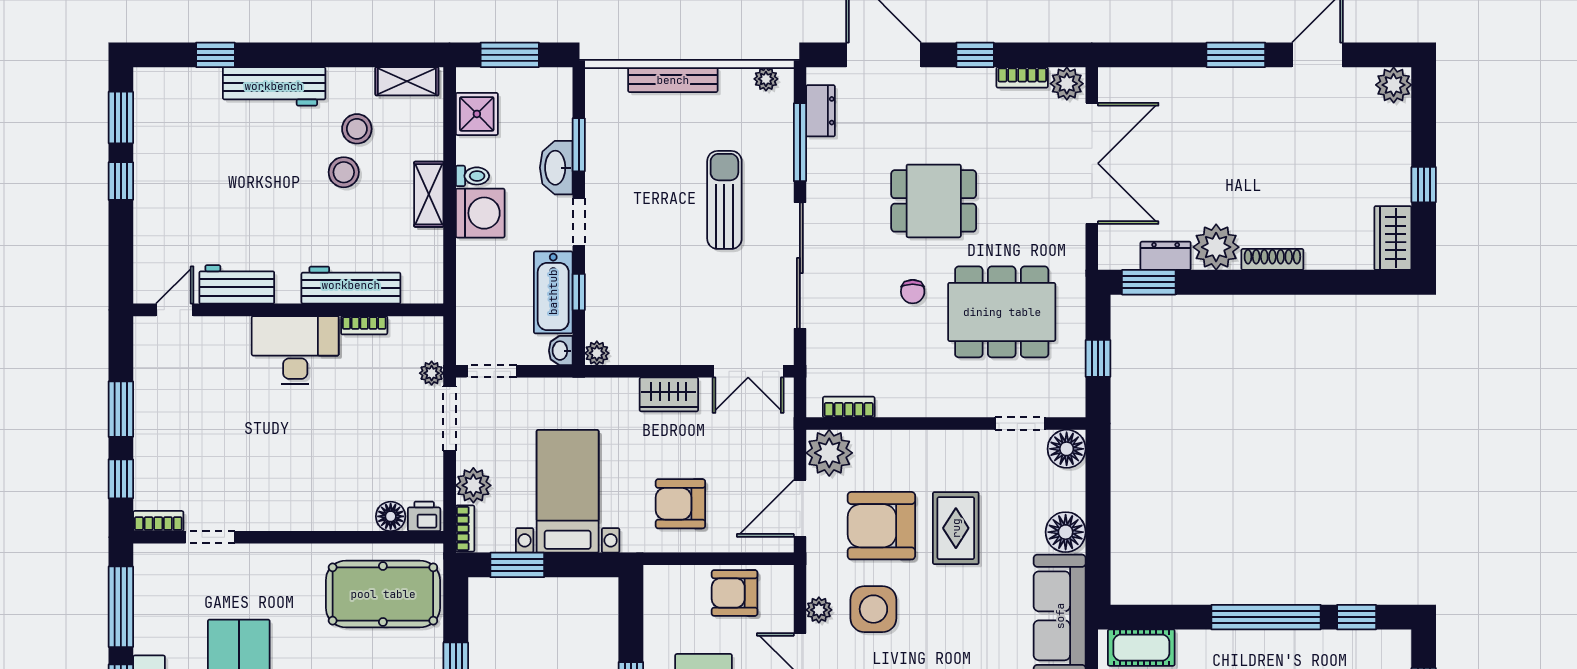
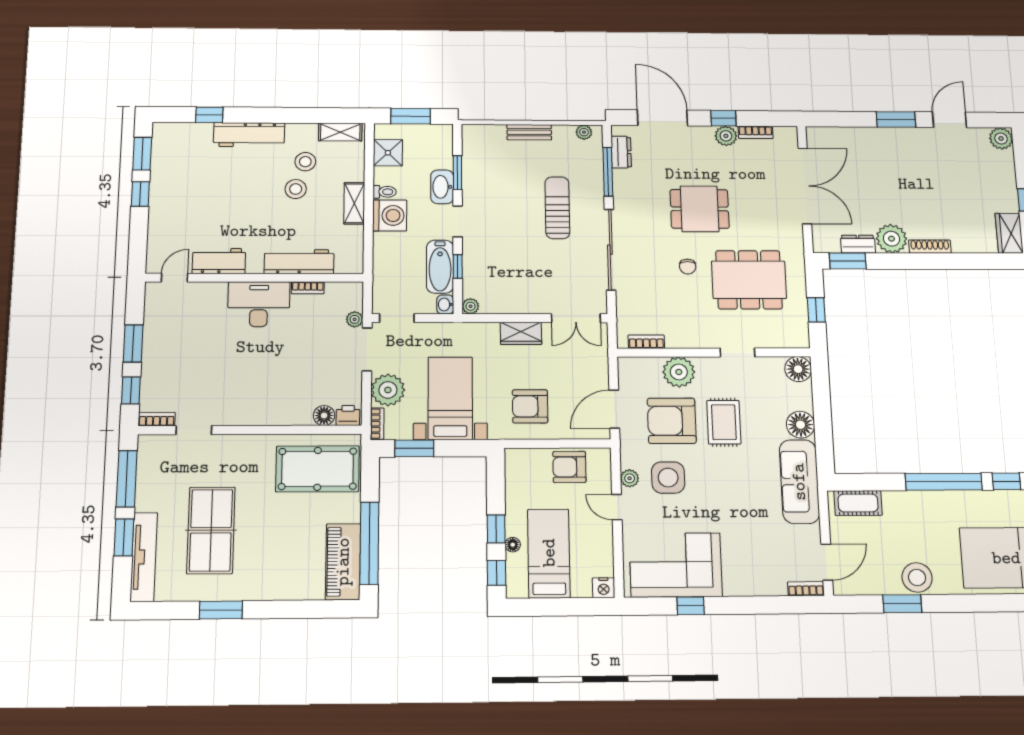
bench: (673, 80) -> (529, 132), width x0.73
plant: (1067, 84) -> (726, 136), moved
doorway: (1020, 424) -> (737, 353), moved
plant: (829, 453) -> (679, 372), moved
plant: (473, 485) -> (388, 390), width x1.36, depth x1.36

